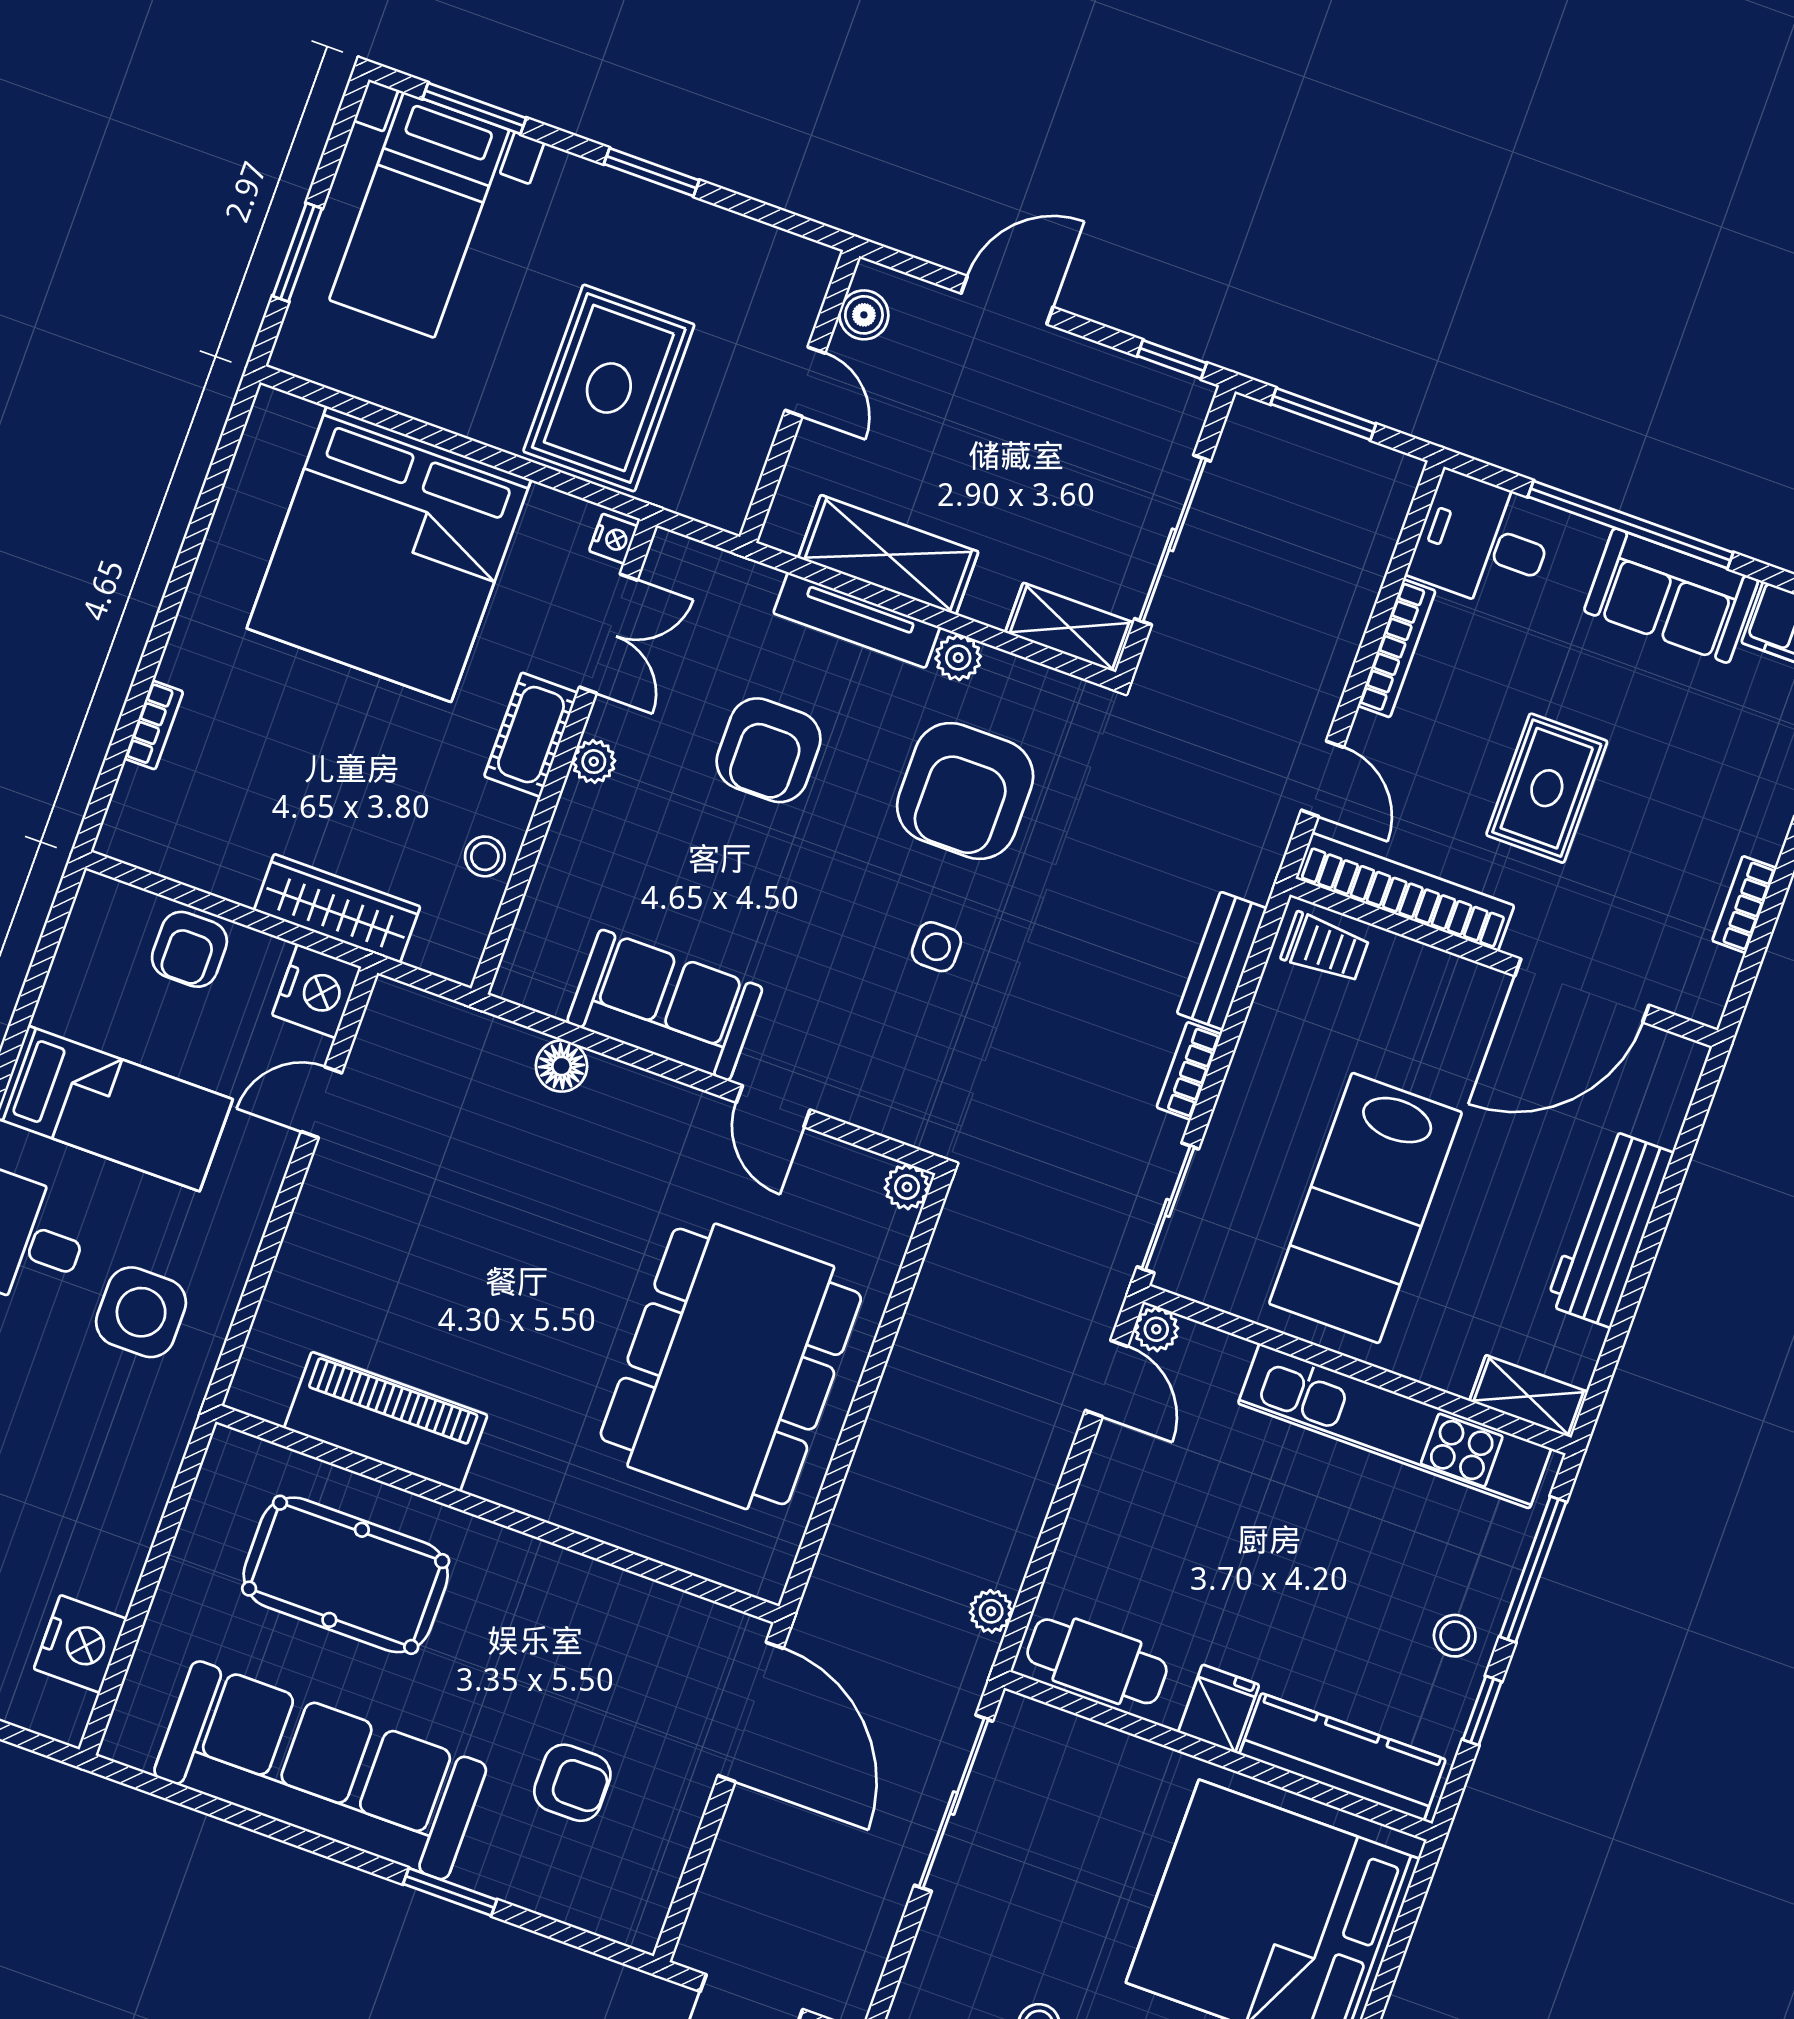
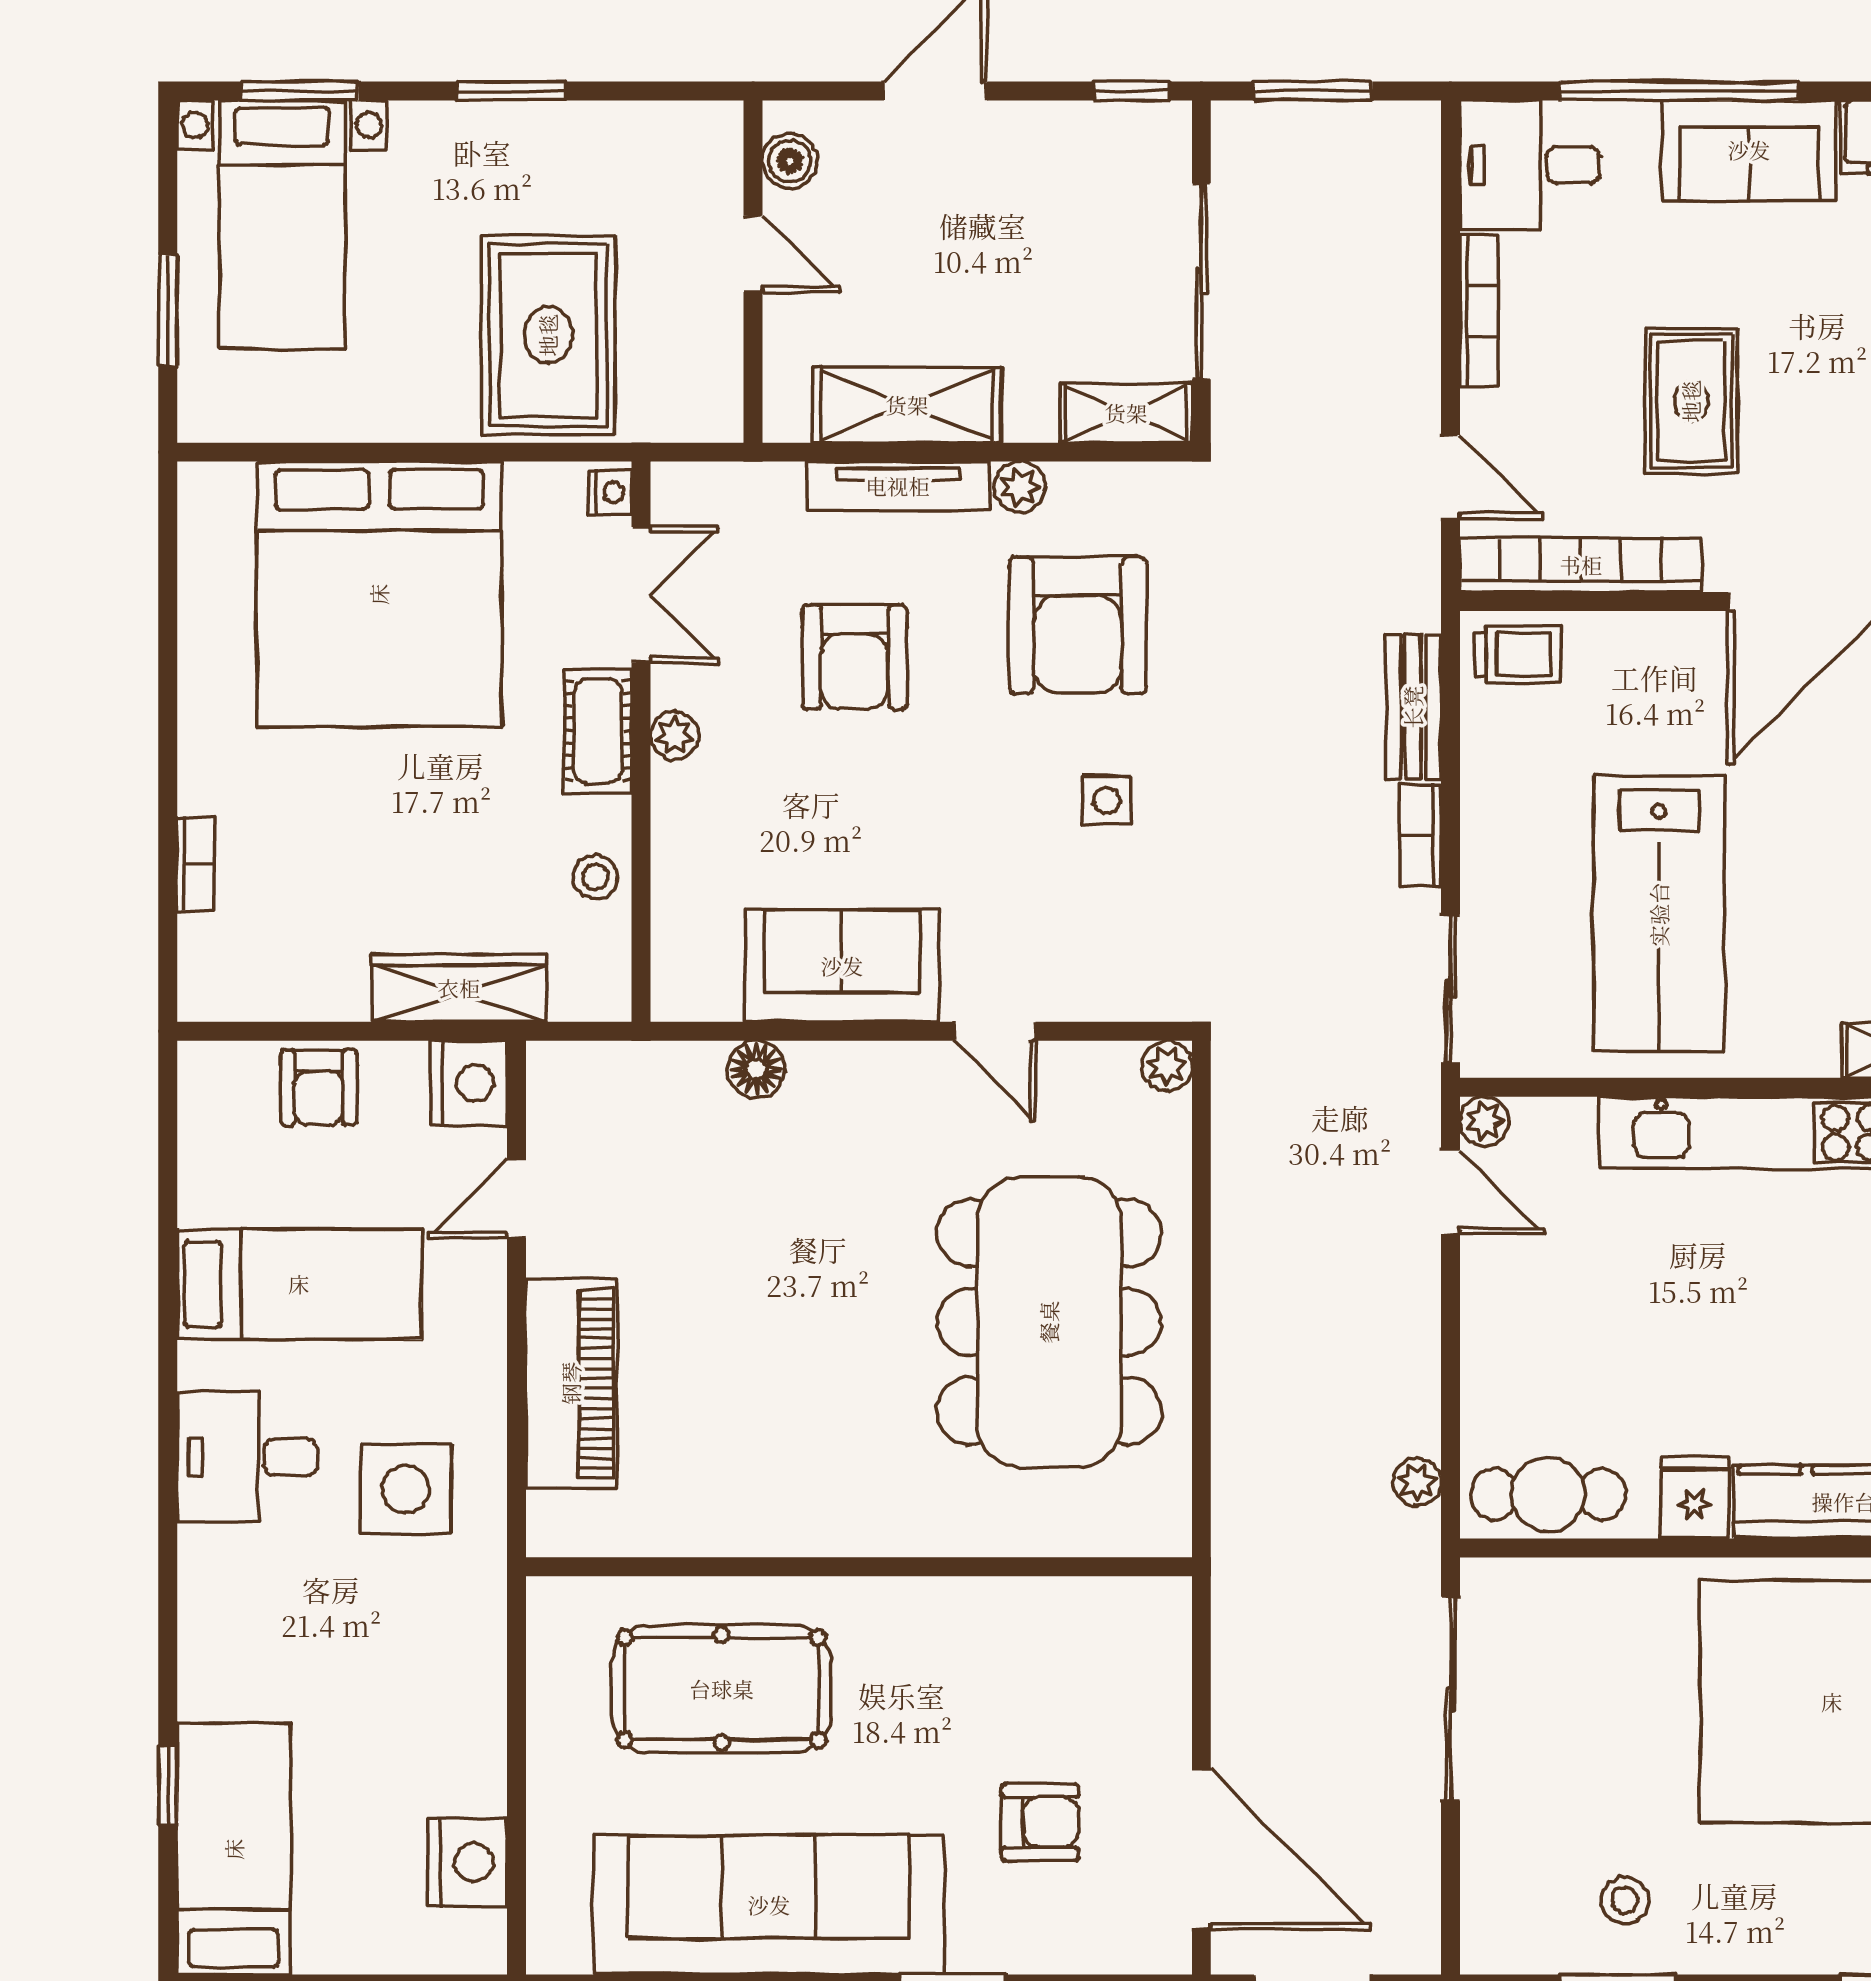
piano: (386, 1422) -> (571, 1383), moved, turned 90
door: (751, 1712) -> (1201, 1850), moved

